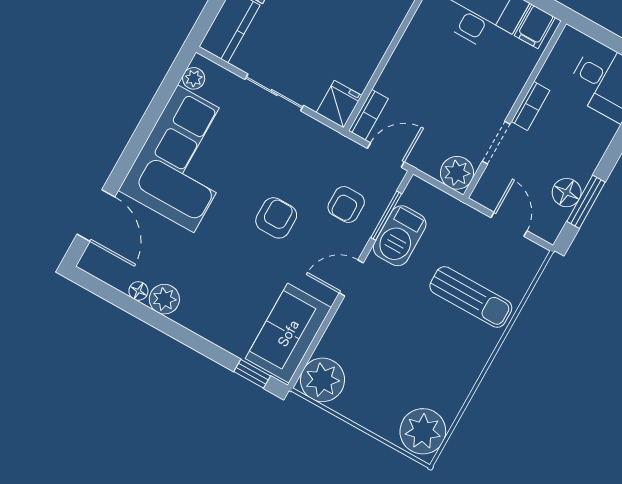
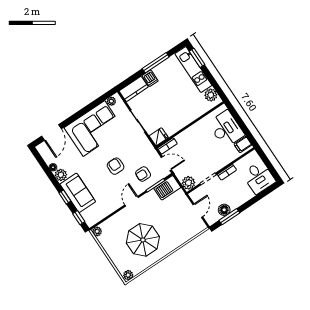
armchair: (276, 218) -> (116, 166), turned -90
barbecue: (400, 236) -> (167, 188), moved
door: (351, 278) -> (132, 201), hinge flipped
sun lounger: (471, 297) -> (171, 230), removed
sofa: (288, 333) -> (78, 193), moved, turned 90
window: (198, 344) -> (65, 197), added
parasol: (420, 351) -> (143, 240), added
plant: (322, 380) -> (97, 231), width x0.53, depth x0.53
plant: (423, 431) -> (128, 275), width x0.53, depth x0.53

